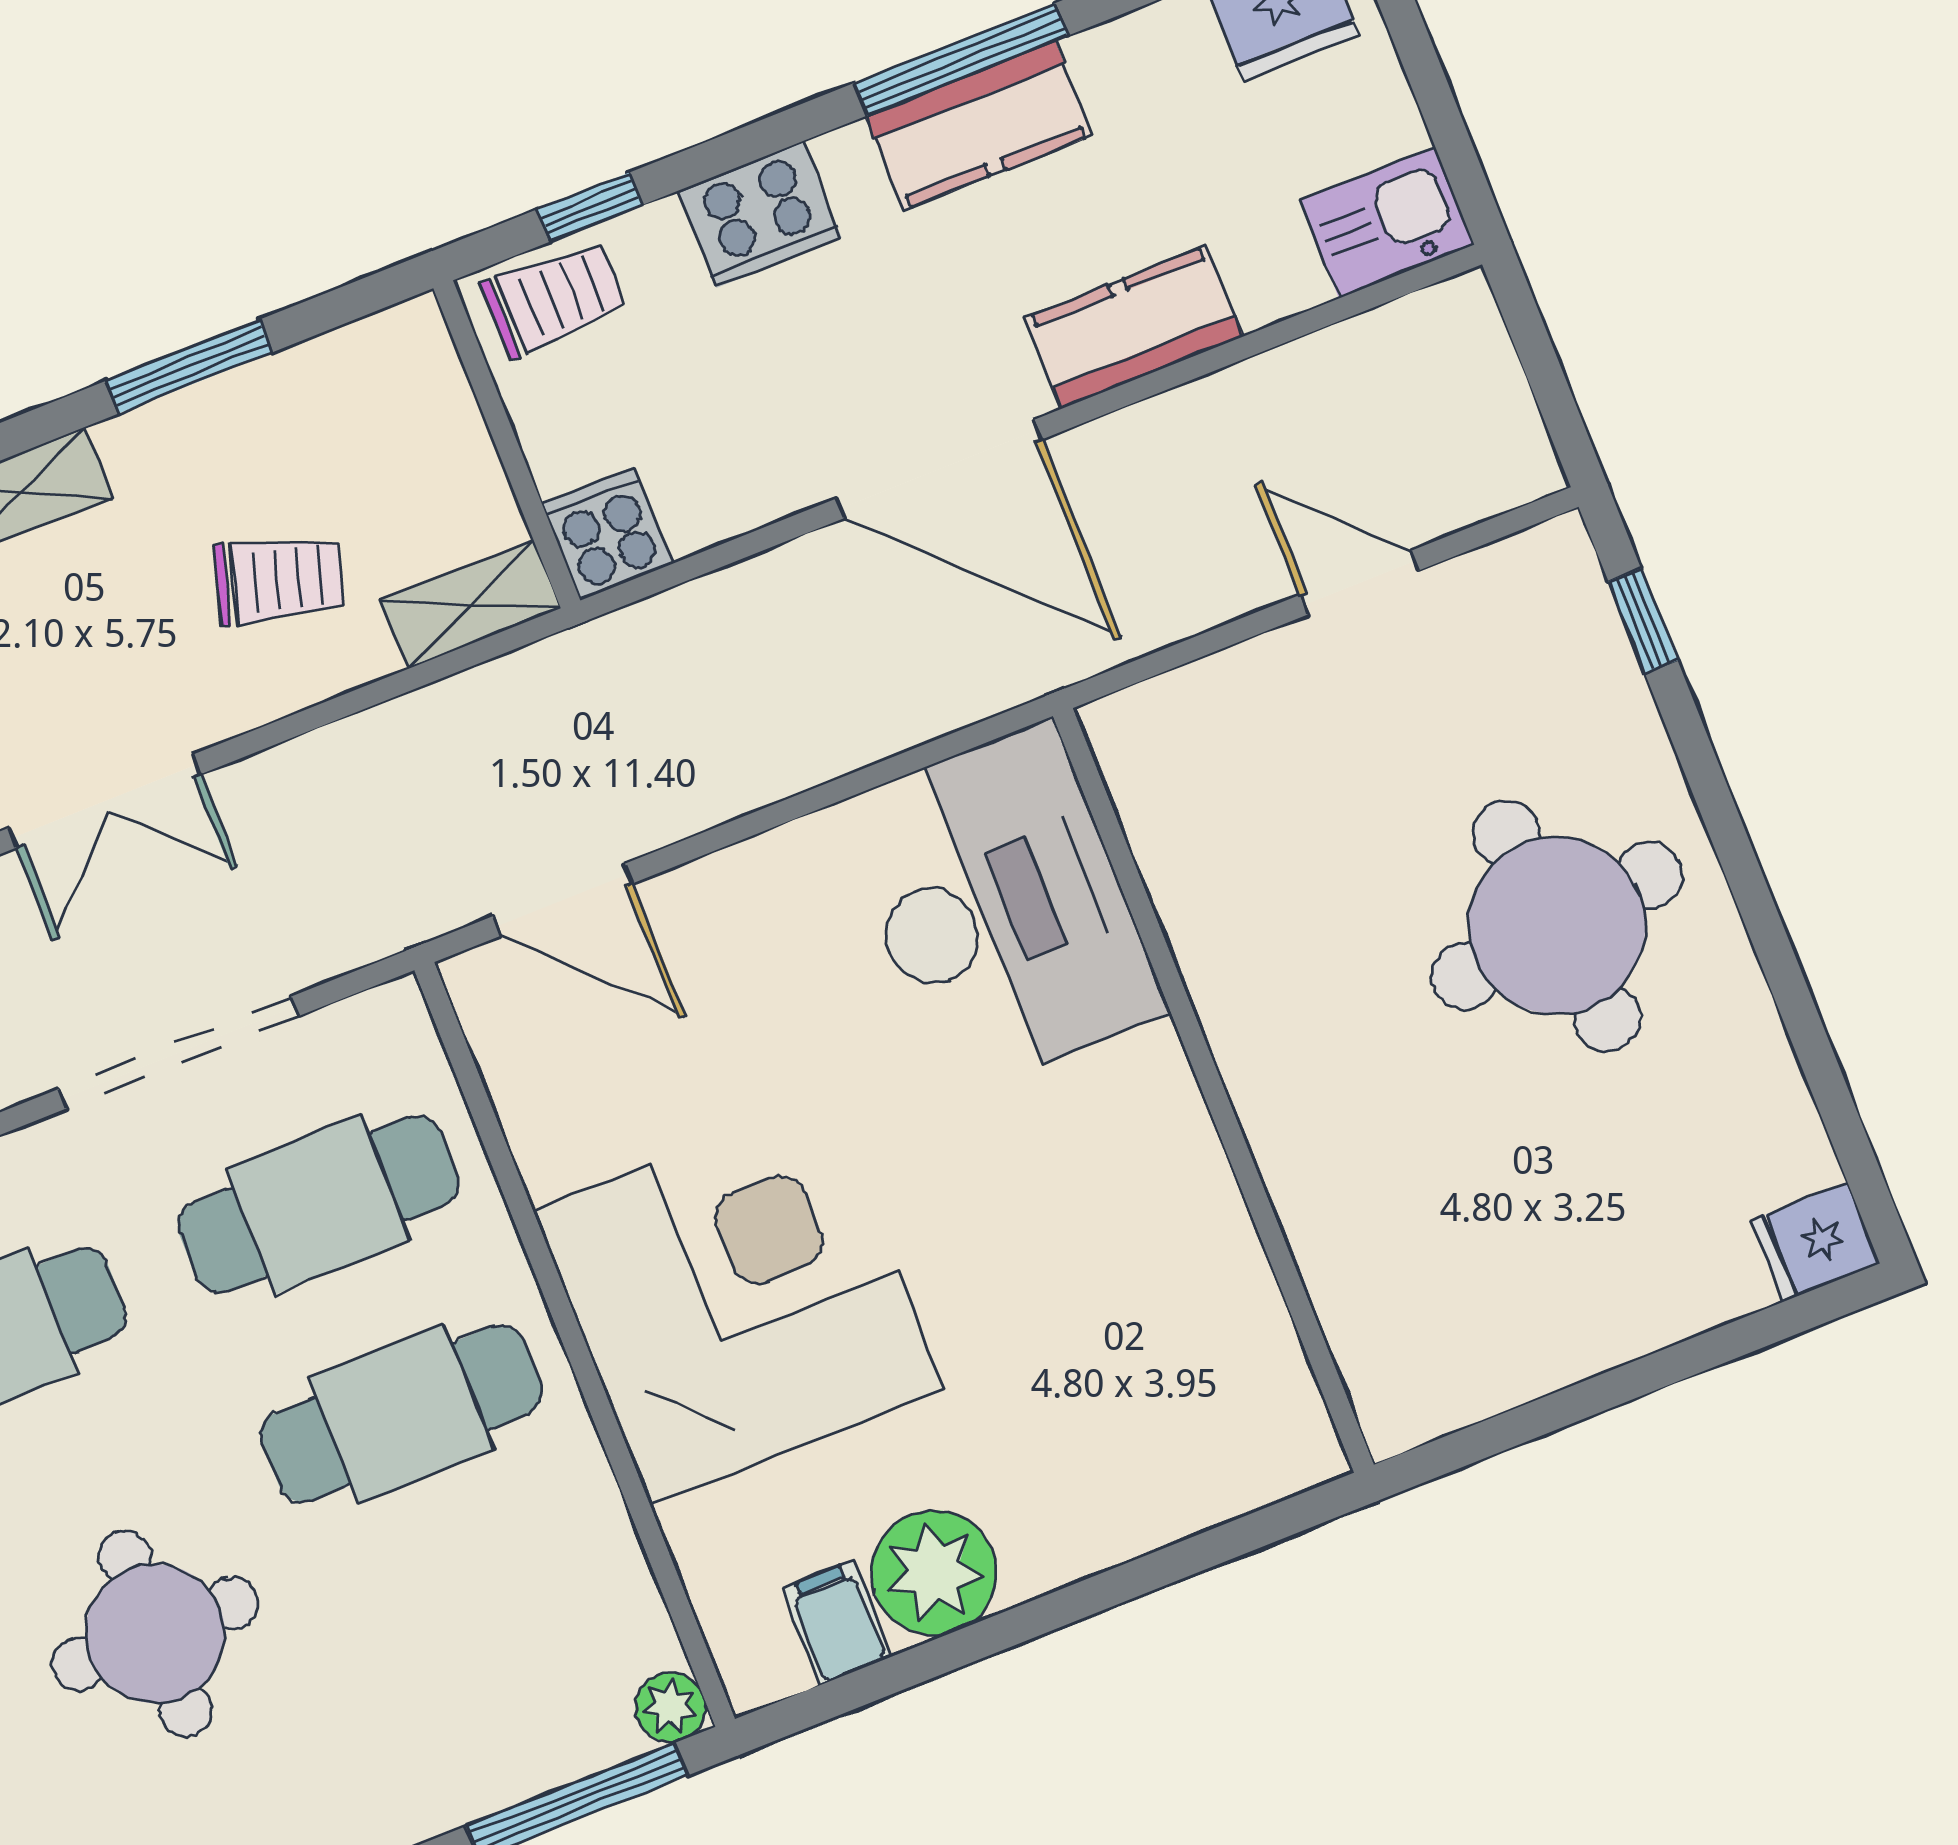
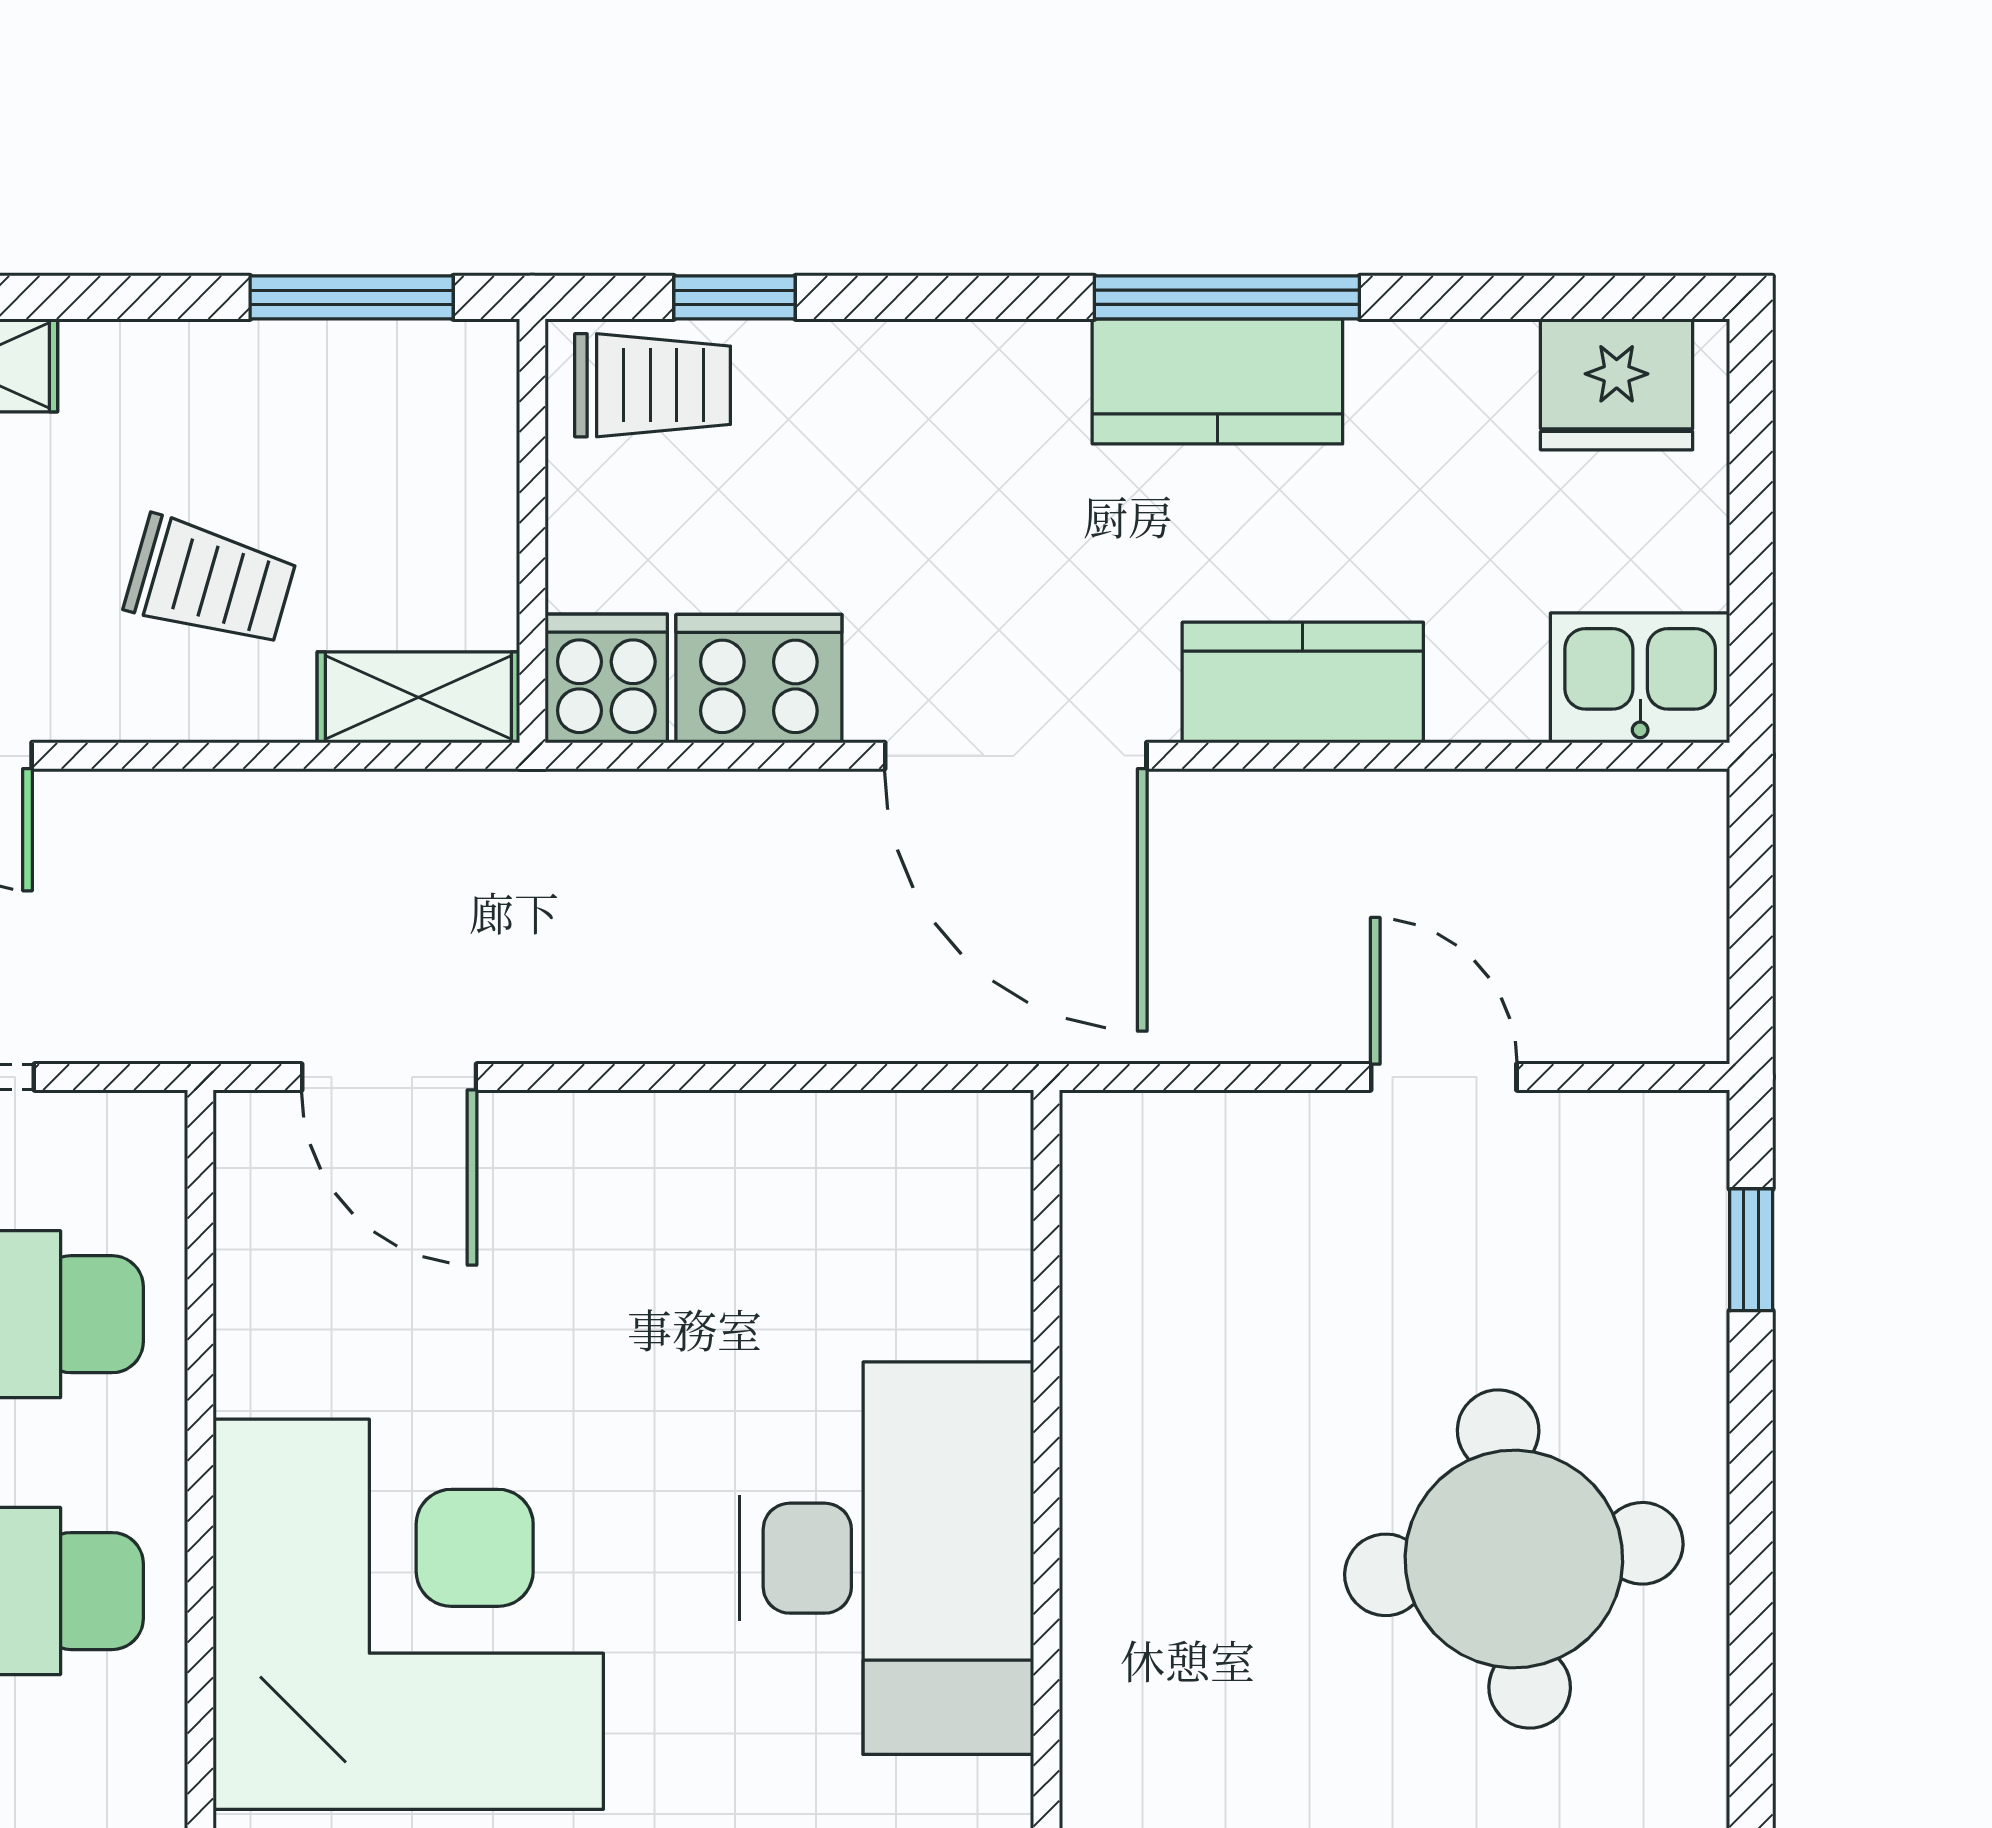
cooker: (760, 214) -> (759, 679), moved, turned 180
window: (190, 366) -> (352, 297), moved
desk: (1001, 908) -> (887, 1558), moved

